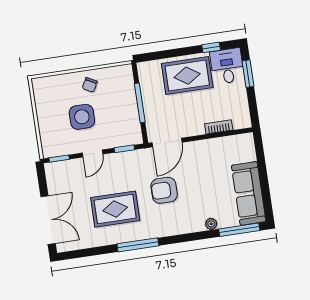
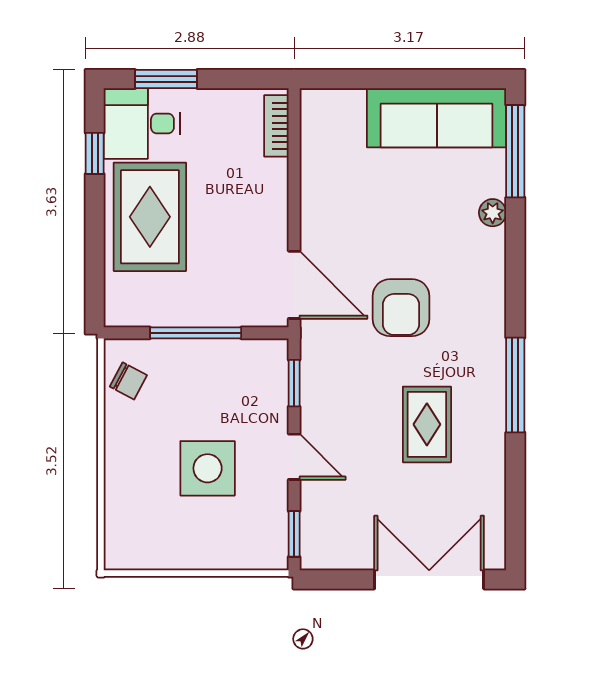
chair: (90, 85) -> (128, 381), moved
bookcase: (219, 127) -> (276, 126), moved
rug: (115, 209) -> (427, 424), width x0.73, depth x0.70

